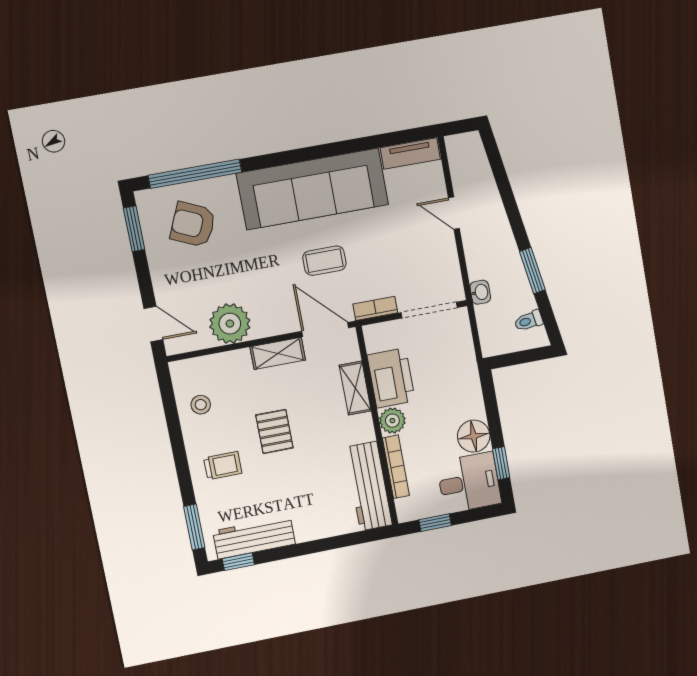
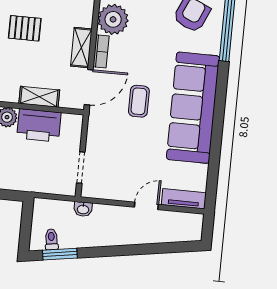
tv unit: (410, 153) -> (184, 199), moved, turned 90
window: (532, 271) -> (60, 254), moved
bookcase: (375, 308) -> (101, 51), moved
doorway: (429, 310) -> (81, 168), width x0.73

